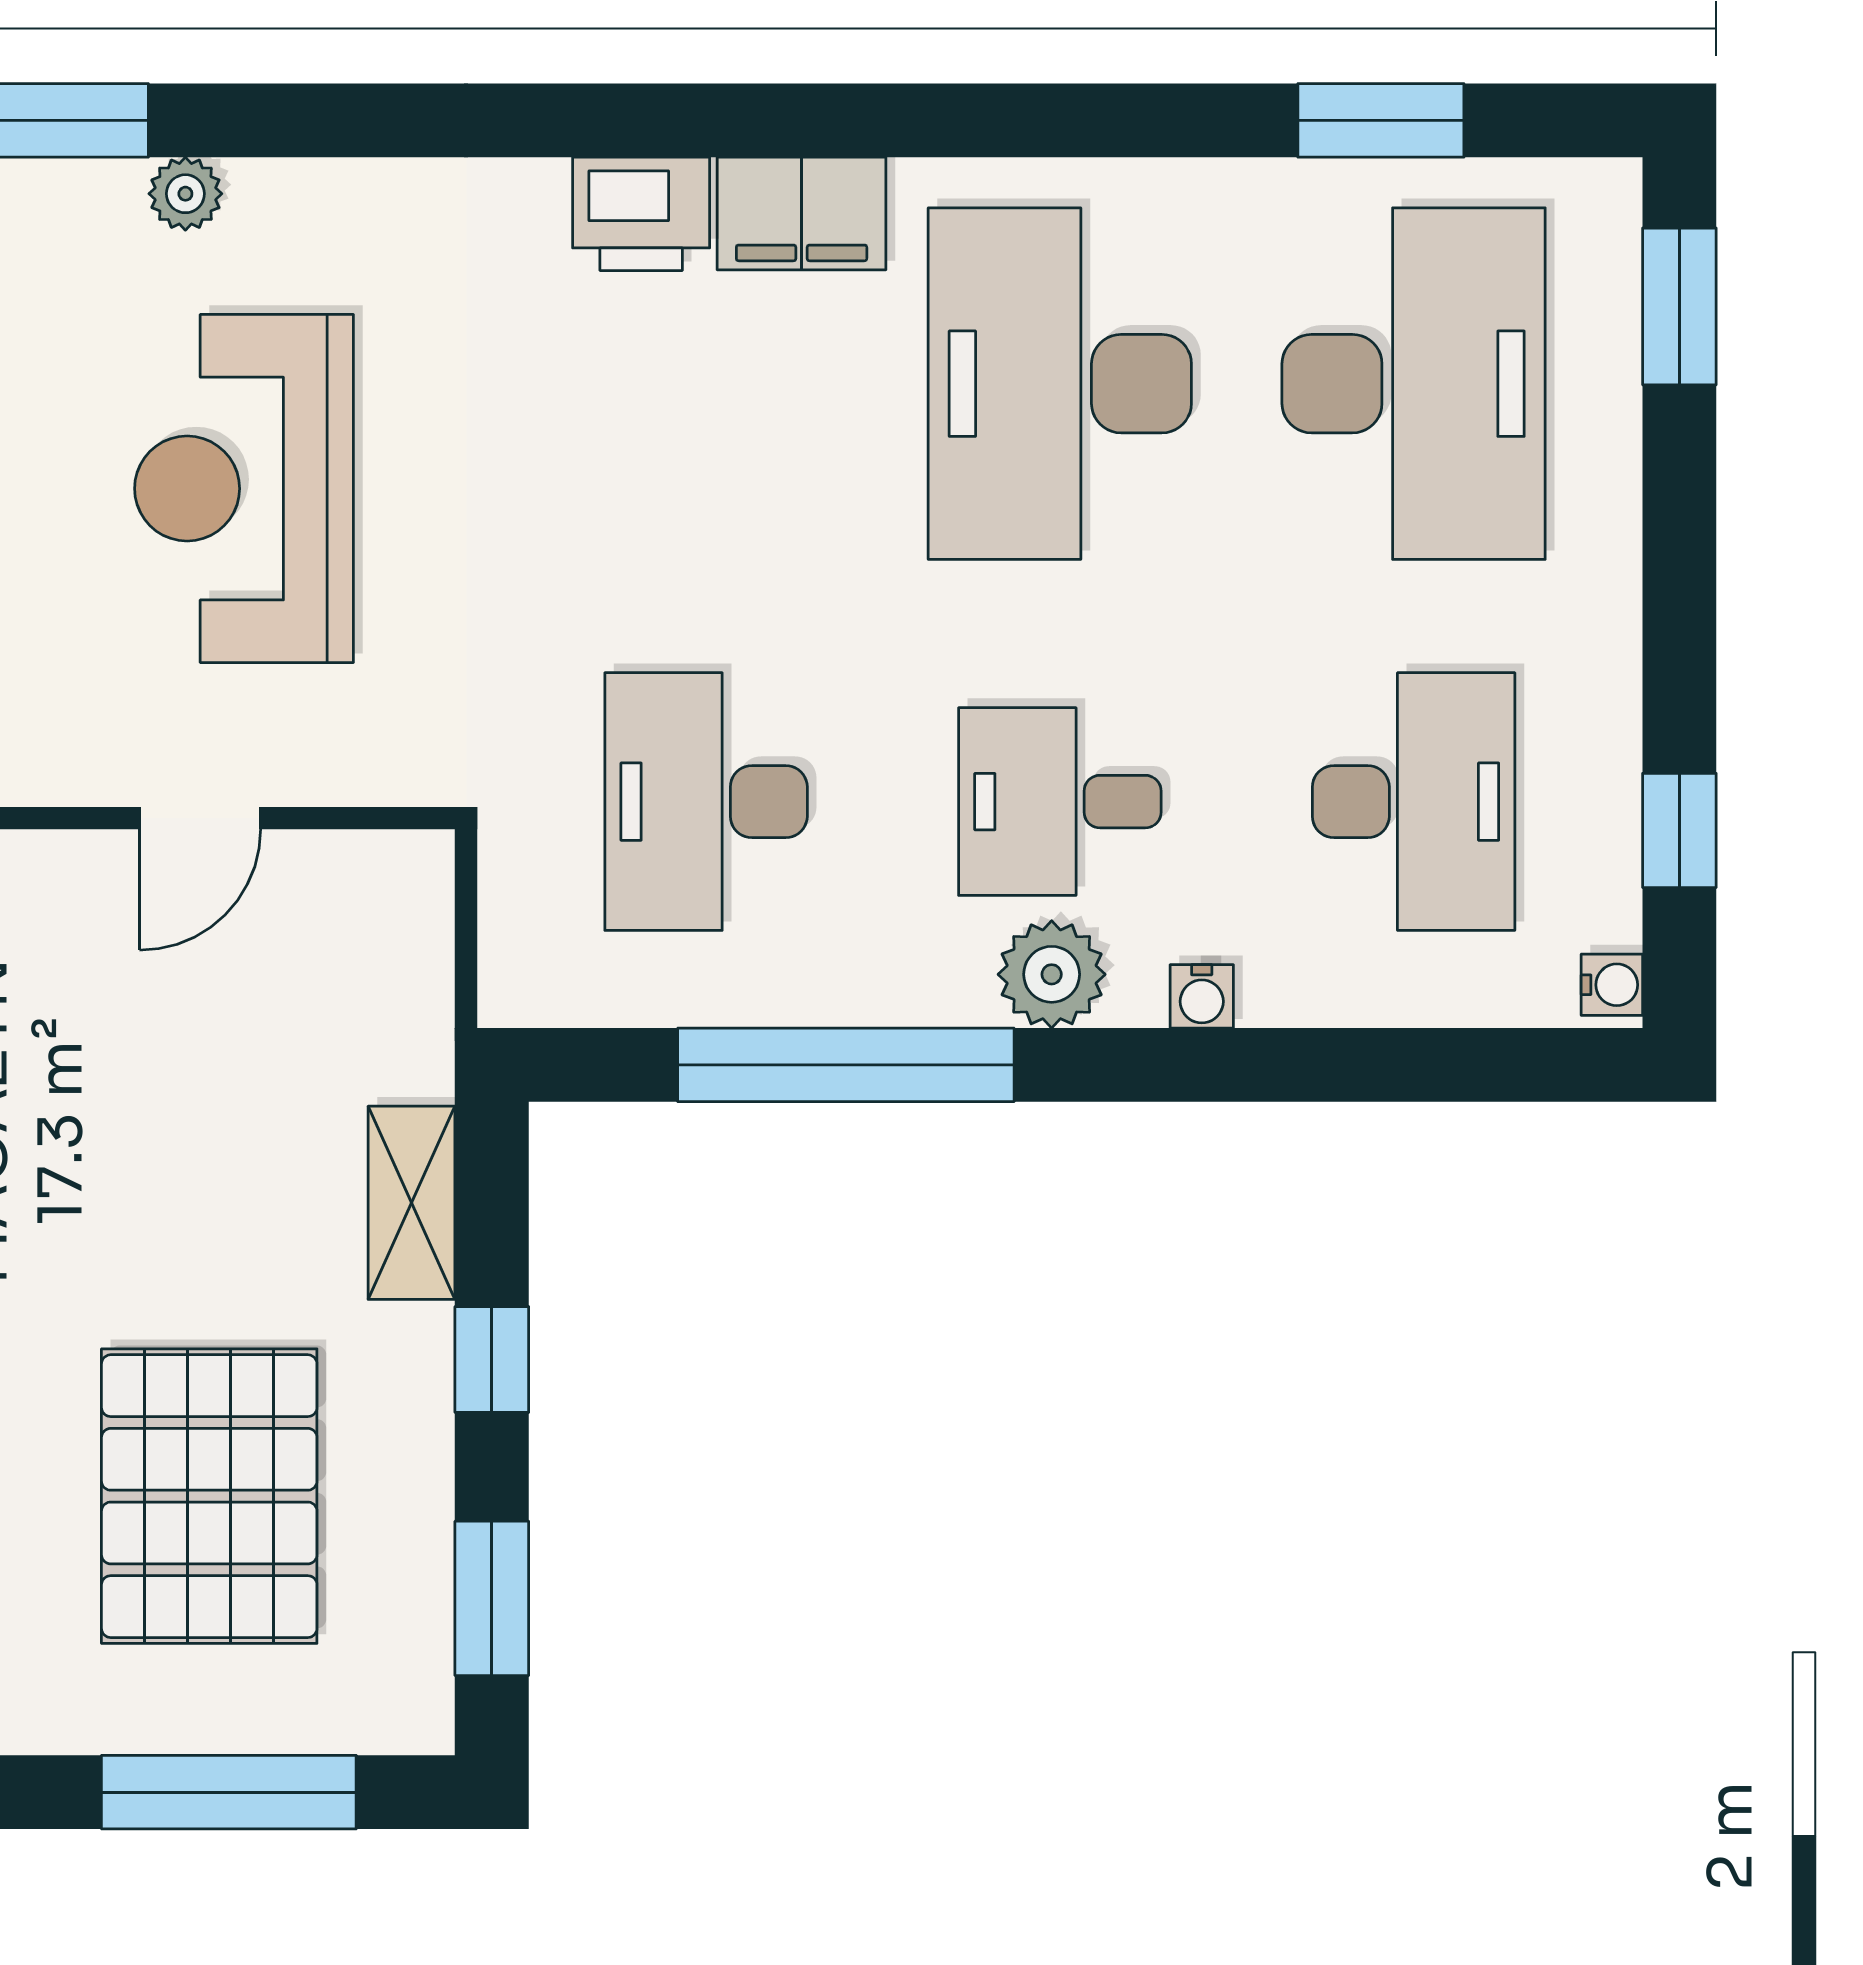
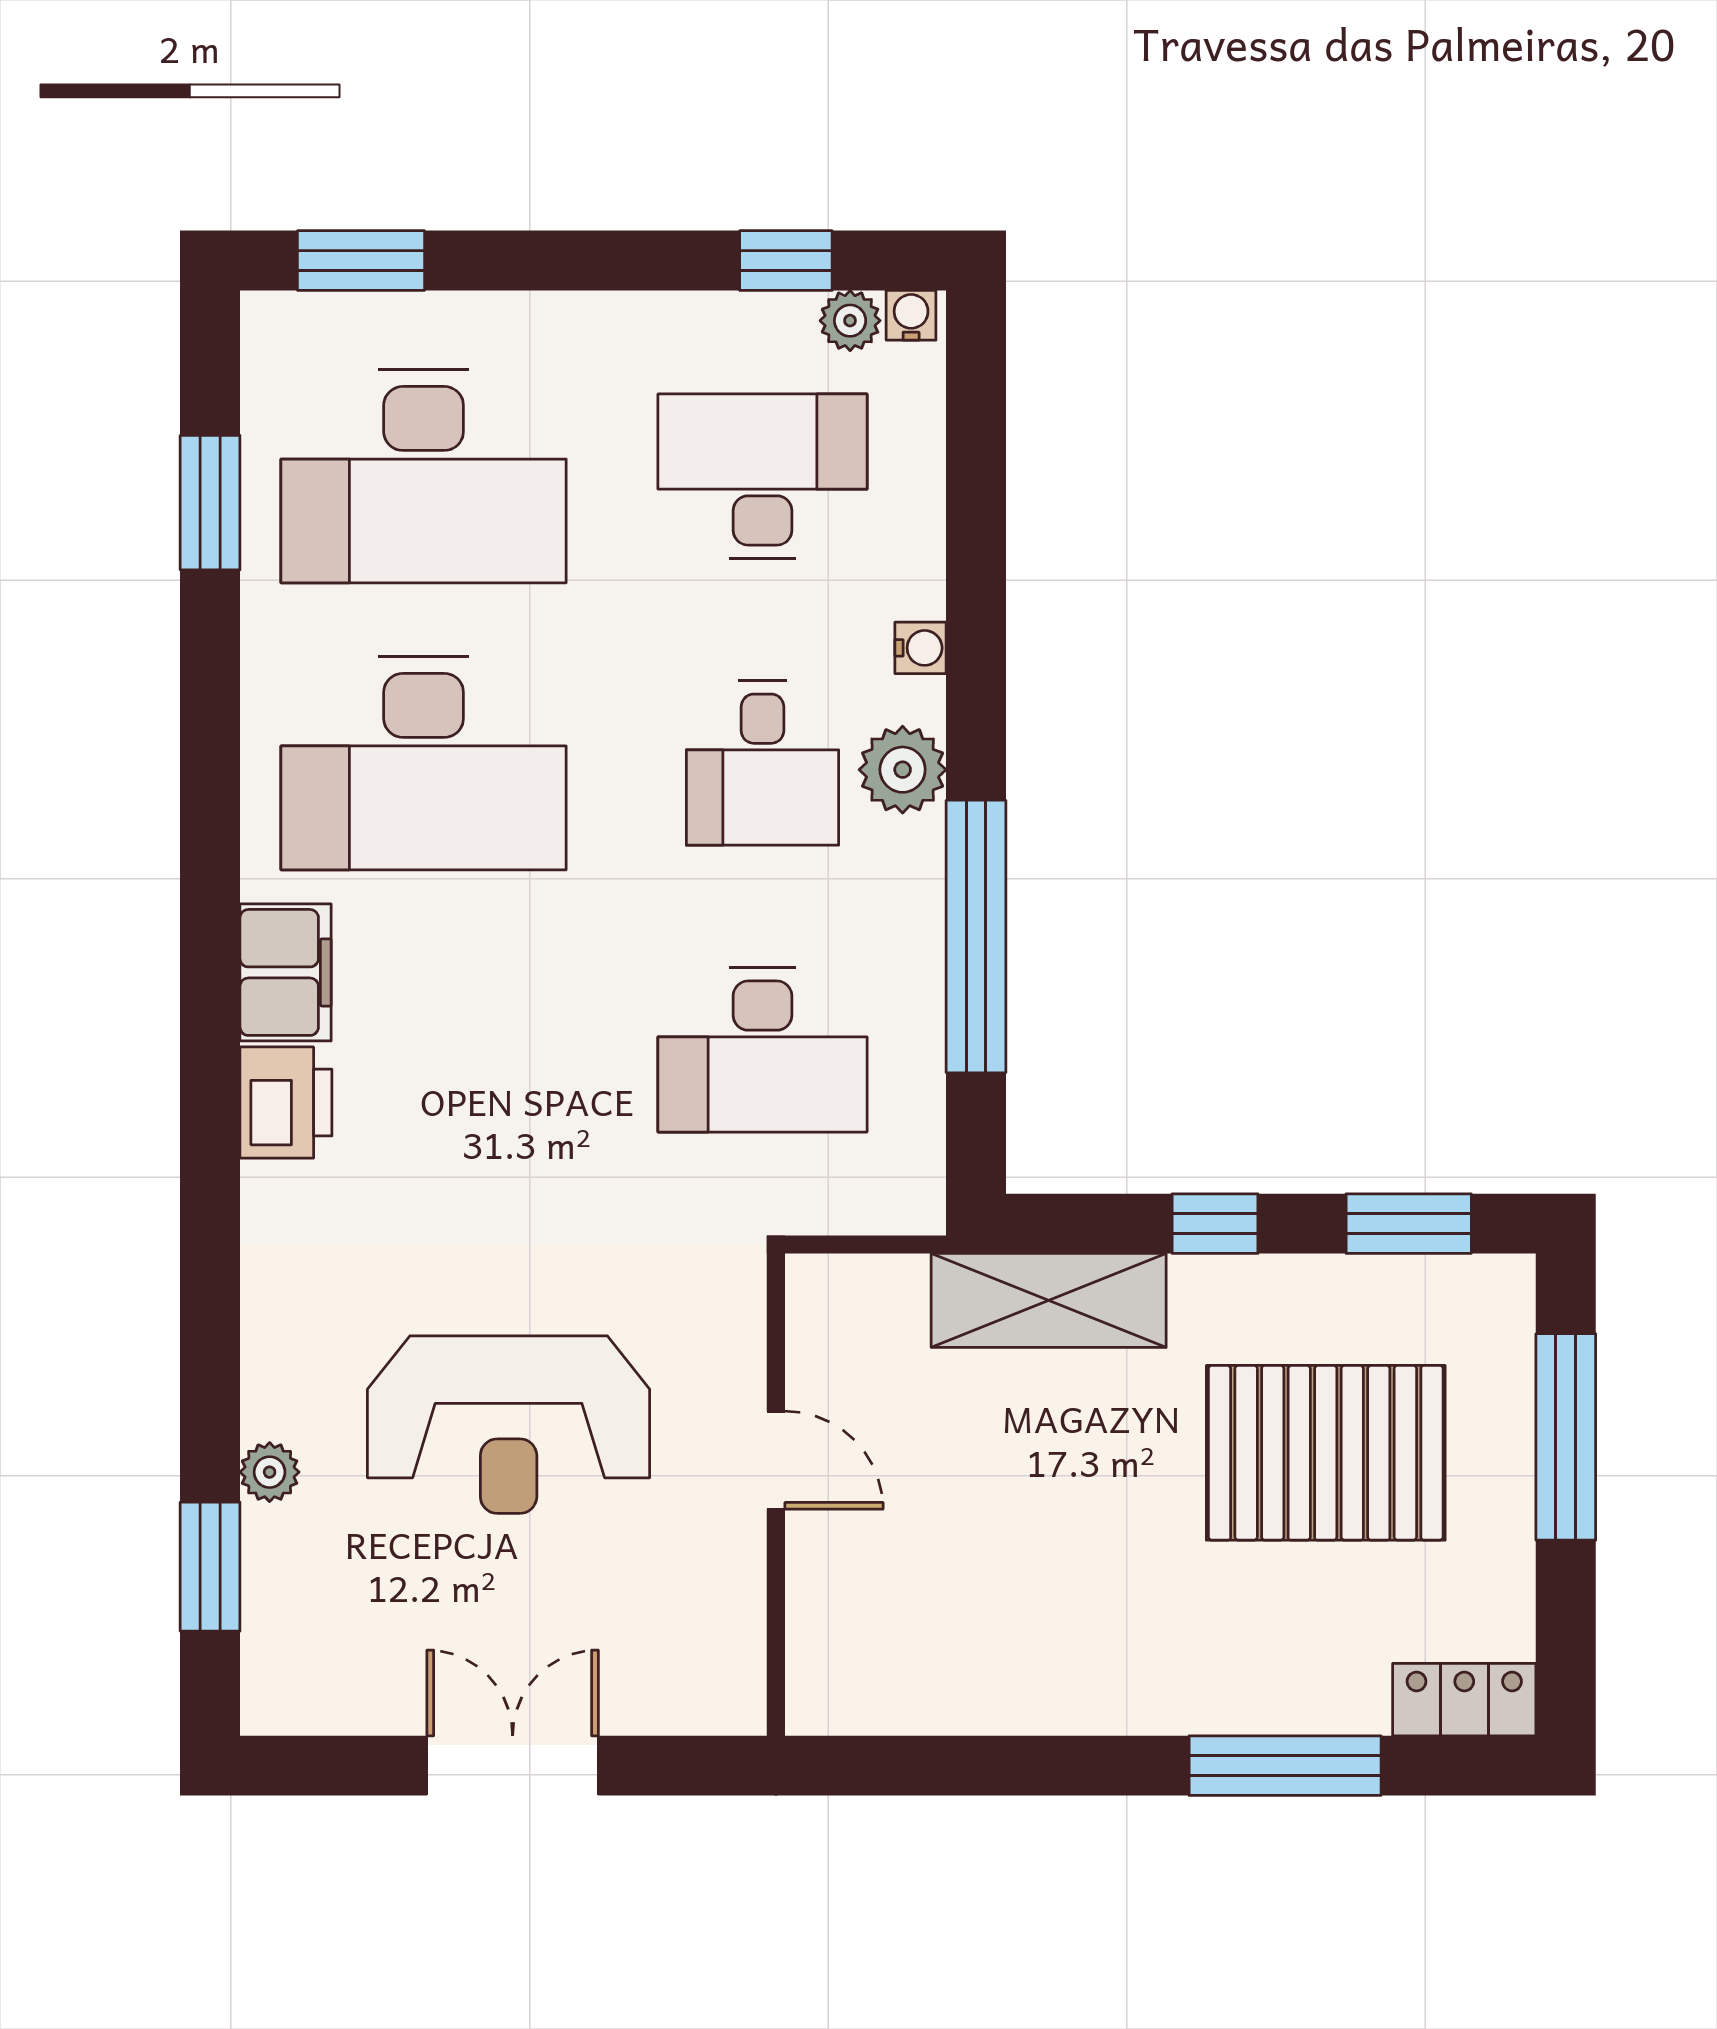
desk: (1414, 384) -> (424, 476), turned 180
plant: (1605, 910) -> (850, 321), added
shelving: (412, 1203) -> (1049, 1300), width x1.50, depth x1.33

